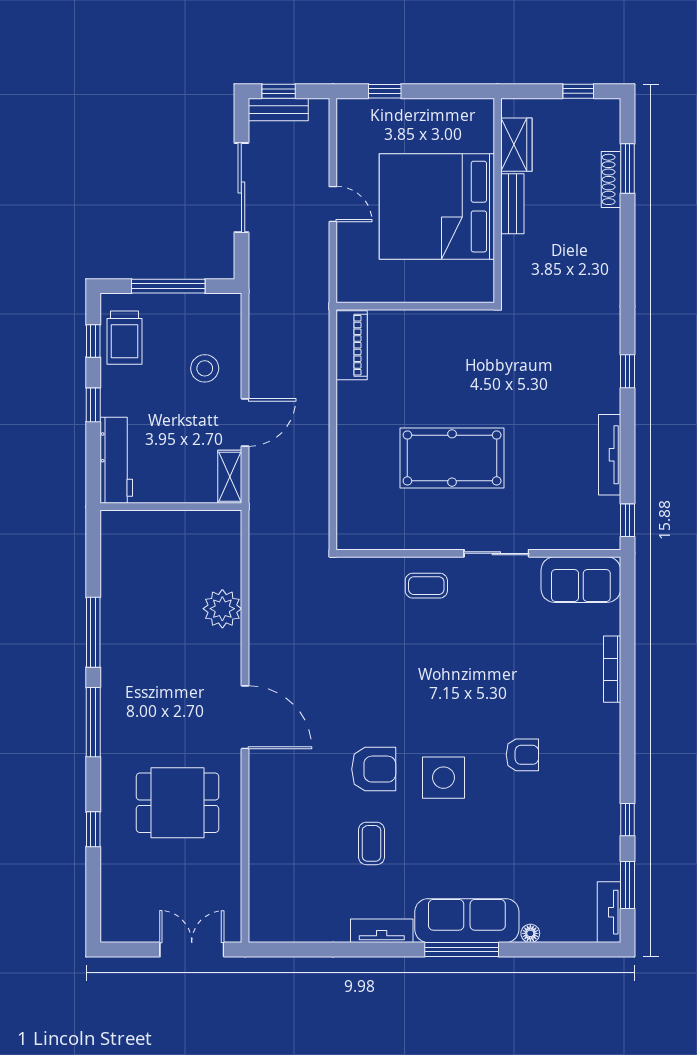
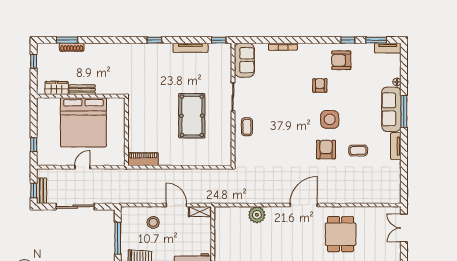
armchair: (581, 804) -> (341, 60), added

